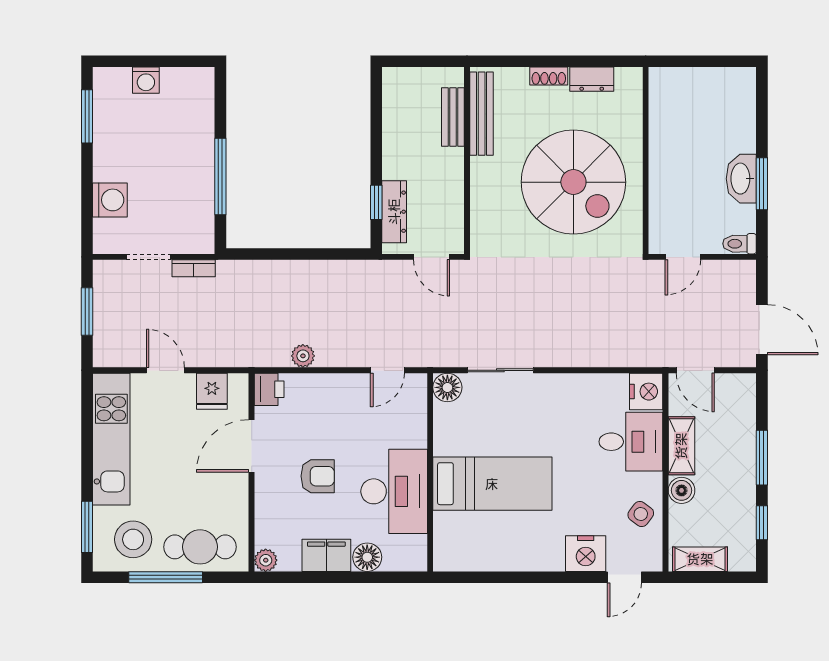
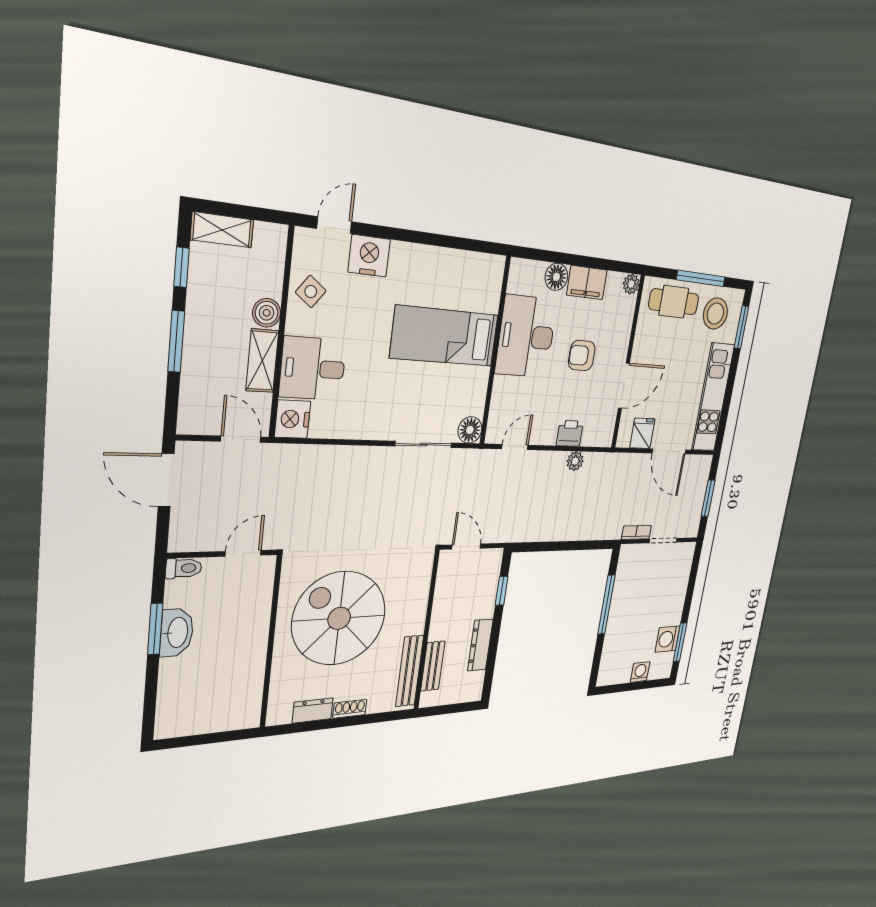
washing machine: (110, 200) -> (667, 639), moved
dresser: (394, 212) -> (480, 645), moved
door: (165, 370) -> (669, 451), width x1.38
printer: (269, 389) -> (570, 433), moved, turned 90
shelving: (700, 559) -> (222, 230), moved

